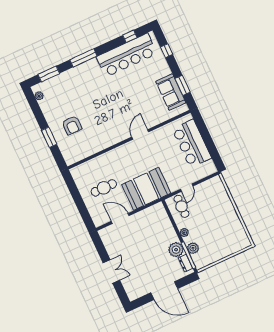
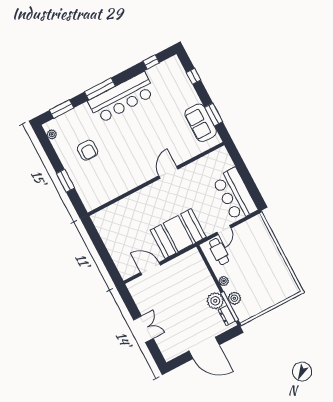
bar counter: (127, 55) -> (122, 98), moved
armchair: (72, 125) -> (88, 150), moved
bar counter: (192, 143) -> (235, 195), moved
cafe table: (104, 188) -> (130, 235), removed

